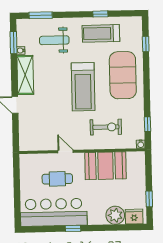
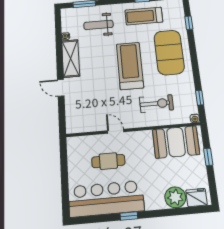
window: (14, 42) -> (58, 29), removed
treadmill: (83, 87) -> (130, 66), turned 180
booth: (106, 166) -> (176, 142), moved
window: (149, 199) -> (208, 157), moved

